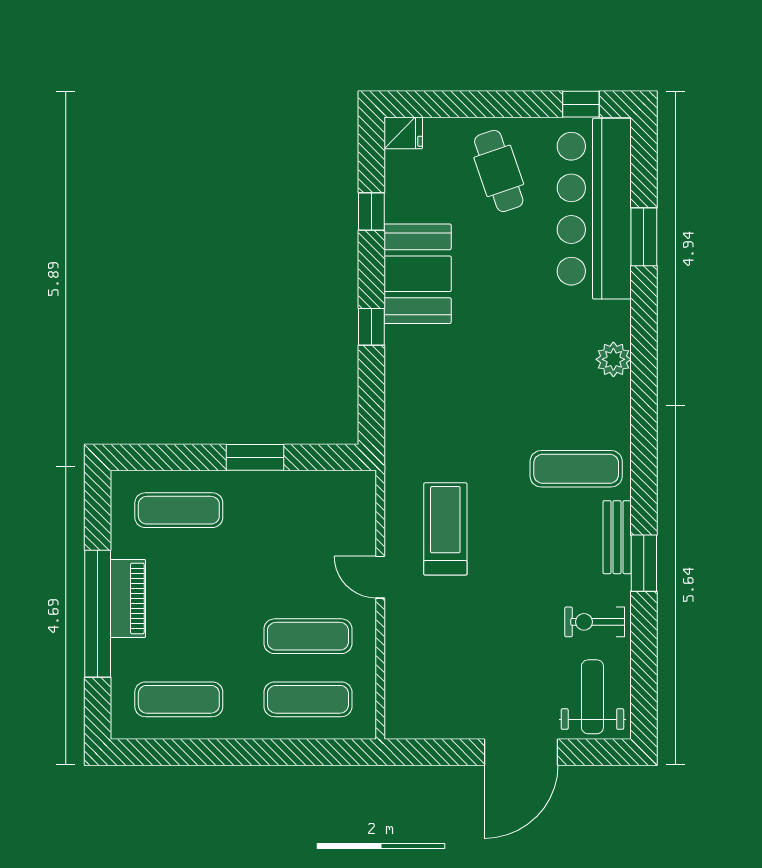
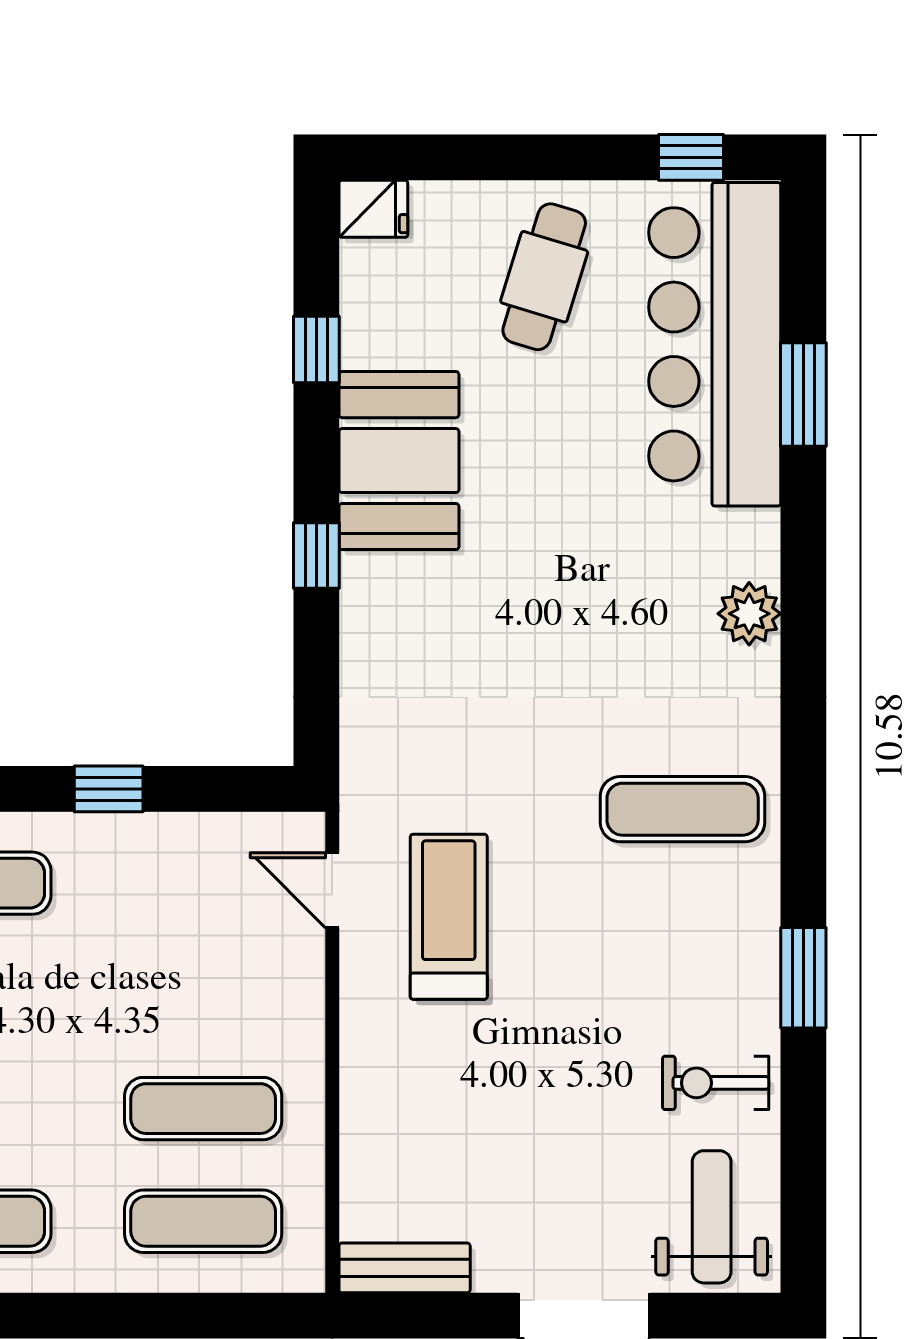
cafe table: (499, 171) -> (544, 277), turned 36
window: (255, 457) -> (109, 789), width x0.67
bench: (617, 537) -> (405, 1268), moved, turned 90
door: (380, 577) -> (332, 890), moved

